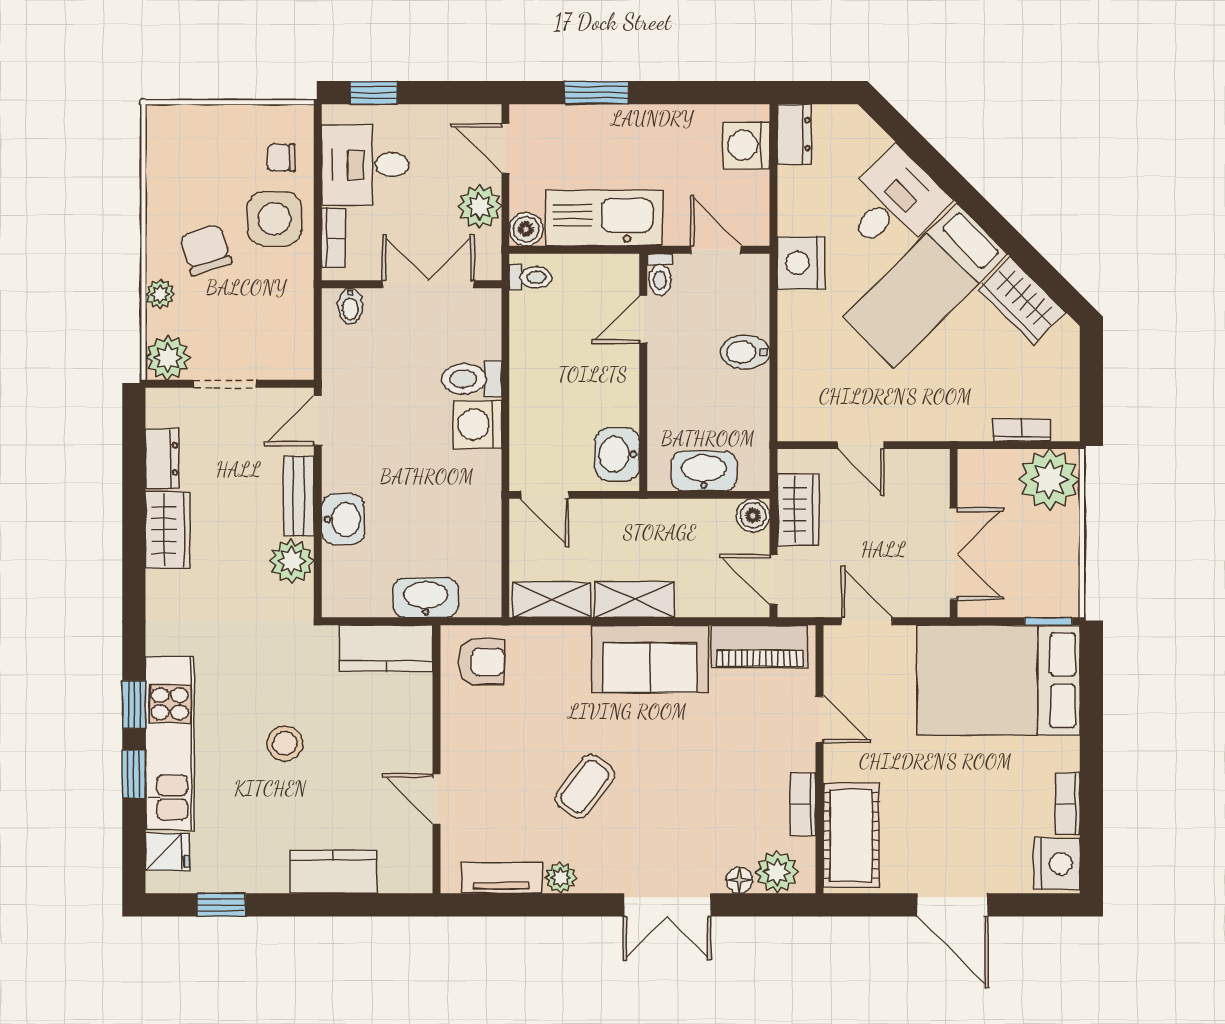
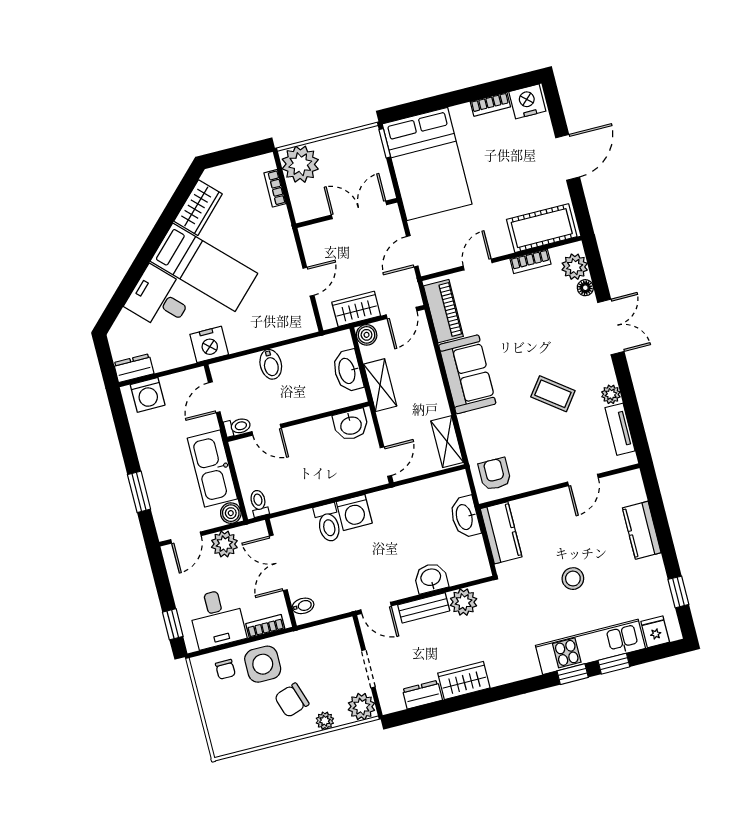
shelving: (634, 600) -> (380, 385), moved

